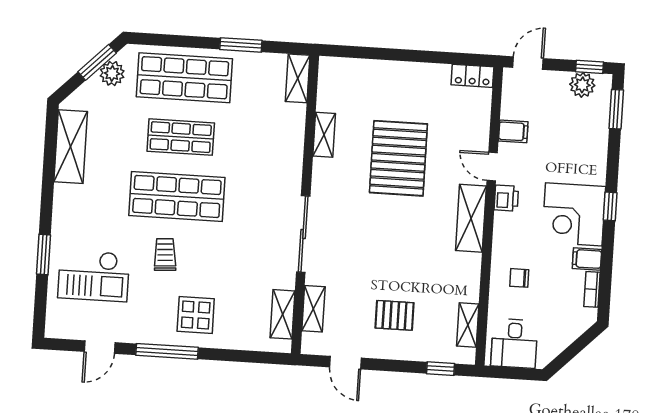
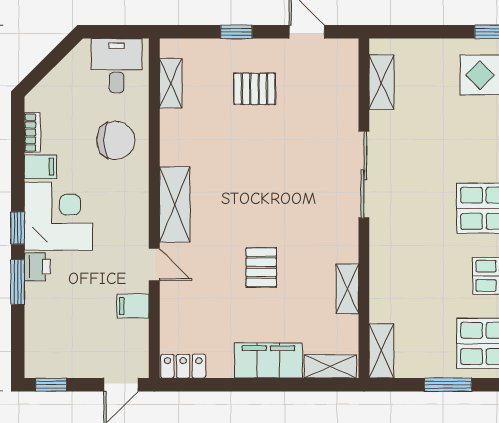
filing cabinet: (397, 76) -> (268, 360), added
plant: (582, 85) -> (58, 364), removed
window: (616, 109) -> (18, 282), moved
pallet: (398, 158) -> (261, 267), width x0.49, depth x0.50
printer: (506, 198) -> (37, 267), moved, turned 180
chair: (519, 278) -> (116, 140), width x1.87, depth x1.87
shelving: (313, 309) -> (330, 366), moved, turned 90
window: (441, 369) -> (236, 32), moved

